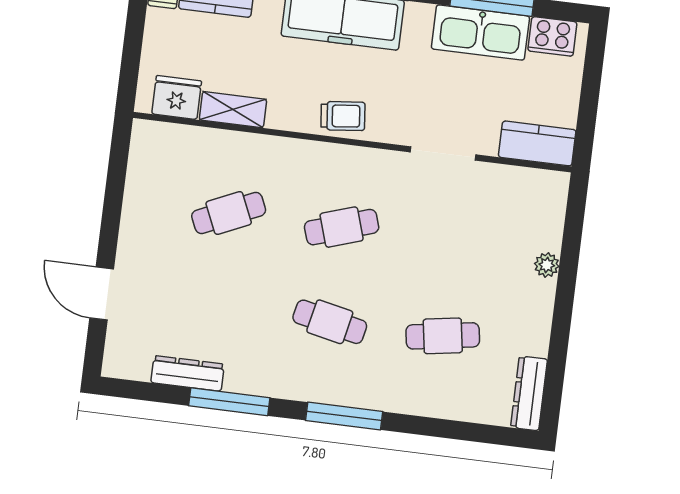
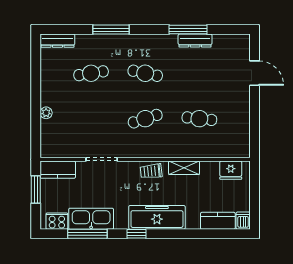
window: (588, 108) -> (36, 189), added
shelving: (233, 110) -> (184, 168), moved
cafe table: (229, 213) -> (199, 119), turned 30
dresser: (188, 373) -> (195, 41), moved
dresser: (529, 393) -> (57, 41), moved, turned 90
window: (344, 416) -> (111, 30), moved

